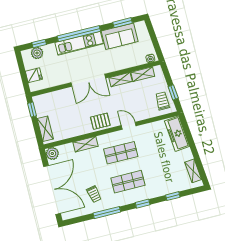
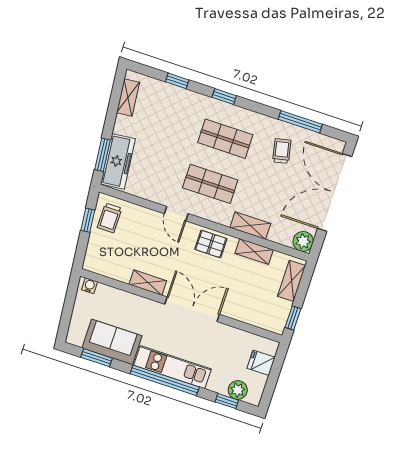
shelving: (143, 74) -> (254, 252), moved
window: (187, 132) -> (102, 155), added
window: (107, 213) -> (300, 122), moved

